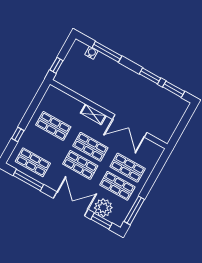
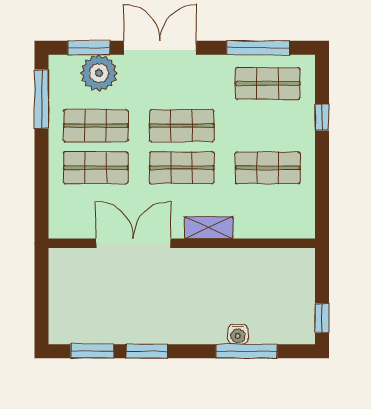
water cooler: (91, 53) -> (238, 334), moved
window: (56, 65) -> (322, 318), moved
double door: (71, 204) -> (160, 48), swing flipped

